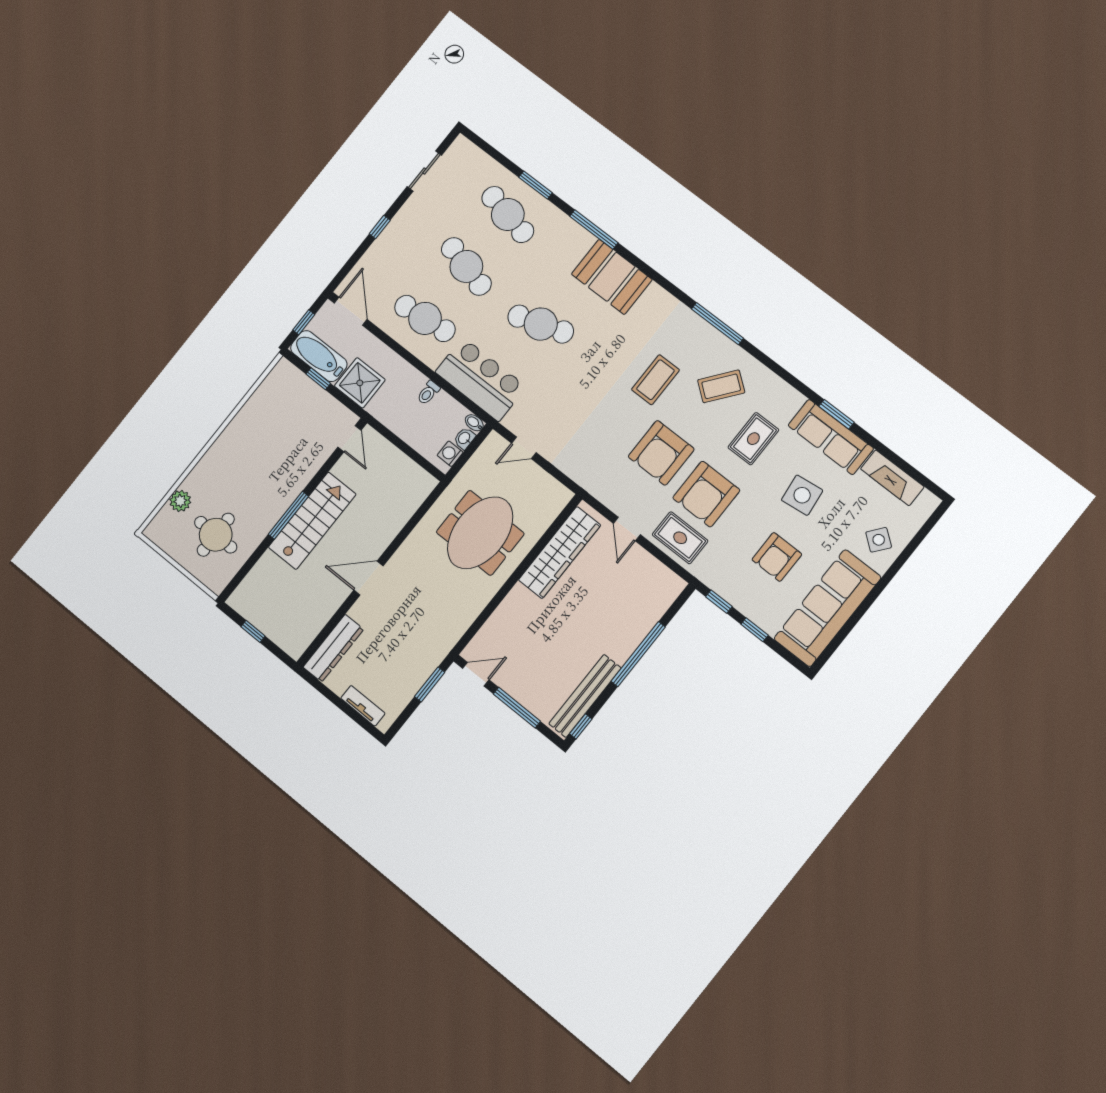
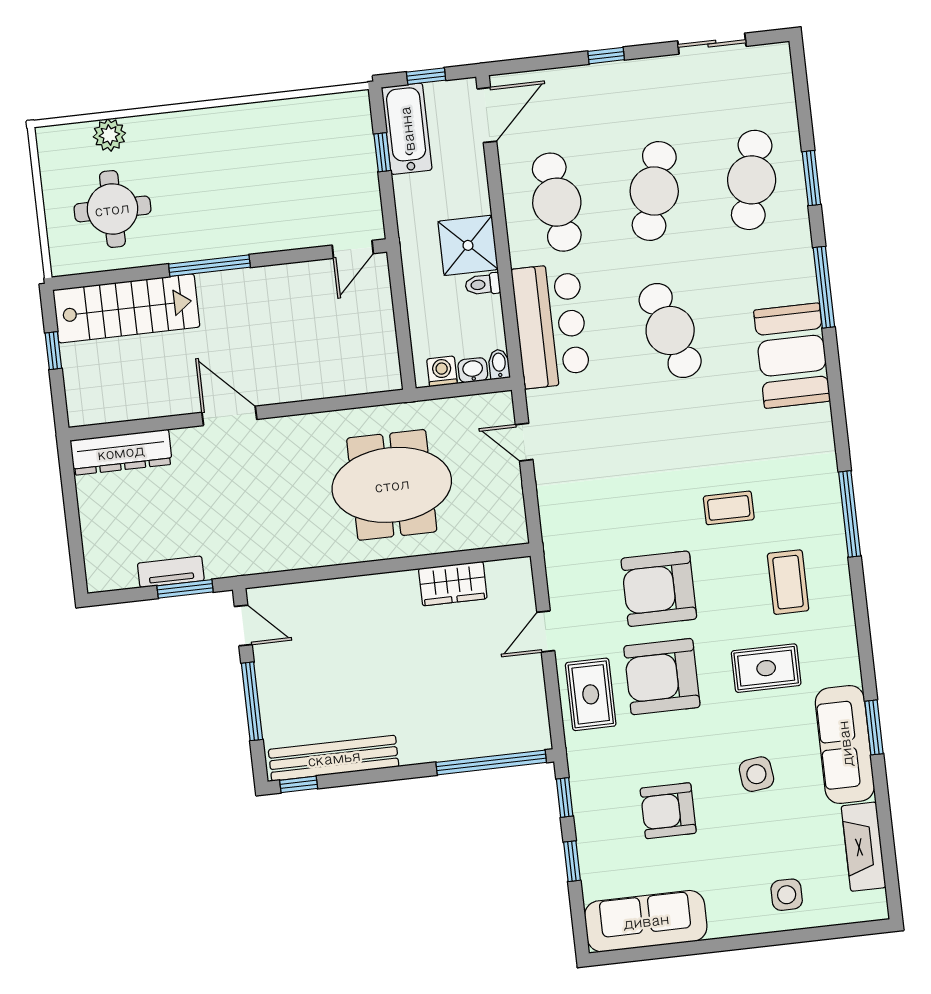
coffee table: (655, 380) -> (729, 508), width x0.73, depth x0.77
shower: (360, 383) -> (468, 245), moved
coffee table: (721, 386) -> (788, 582), turned 52
side table: (802, 495) -> (756, 774), width x0.73, depth x0.73
stairs: (312, 521) -> (126, 308), moved
side table: (879, 540) -> (787, 895), turned -38
wardrobe: (560, 553) -> (453, 584), width x0.48, depth x0.85
sofa: (828, 608) -> (646, 921), width x0.74, depth x0.79
window: (638, 654) -> (491, 762), moved
tv unit: (363, 706) -> (171, 572), moved, turned -90

